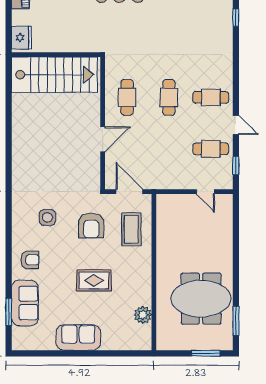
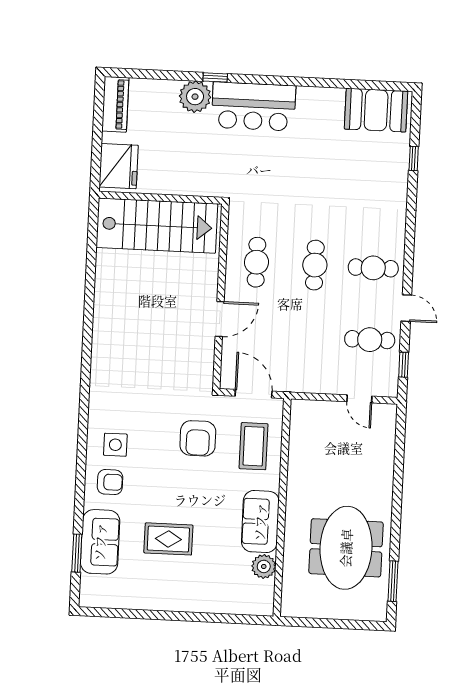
fridge: (22, 38) -> (119, 166), width x1.36, depth x1.34
side table: (47, 217) -> (115, 445), moved
rug: (94, 280) -> (168, 539), moved
meeting table: (201, 299) -> (346, 548), turned 90
sofa: (78, 338) -> (260, 522), moved, turned -90
window: (206, 353) -> (349, 624), removed

